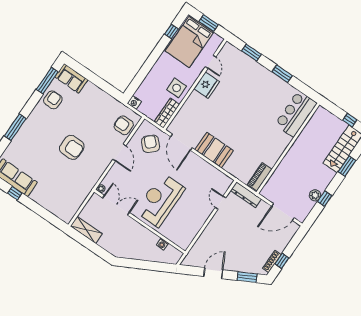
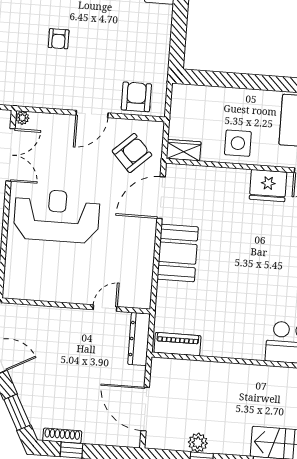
nightstand: (134, 102) -> (180, 93), removed
wardrobe: (167, 113) -> (184, 150), width x0.67
armchair: (72, 147) -> (59, 39), width x0.53, depth x0.53

